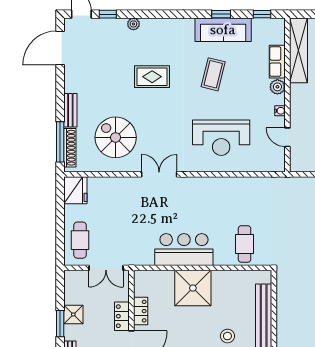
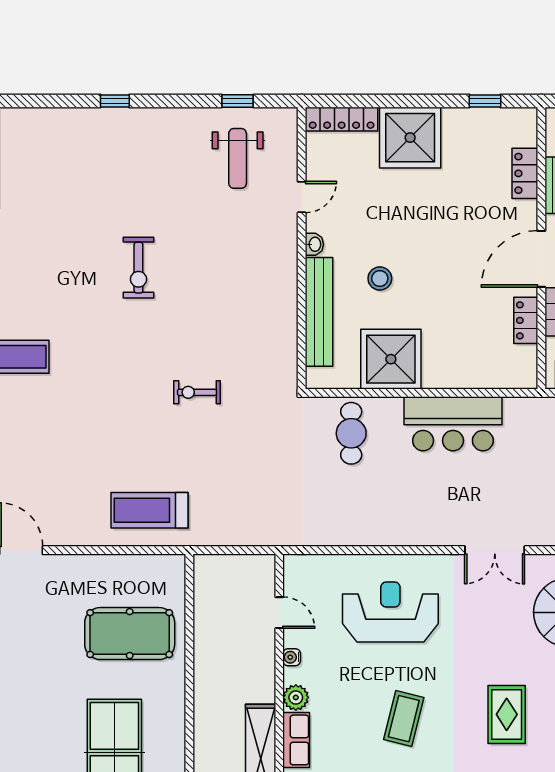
rug: (152, 77) -> (507, 714), turned 90
shower: (193, 288) -> (391, 359), moved

